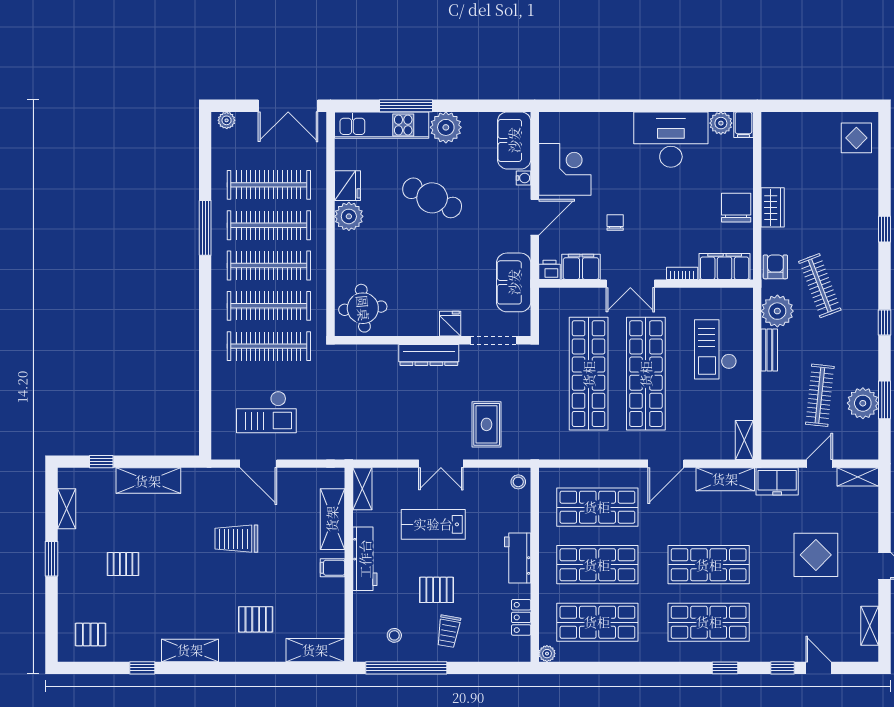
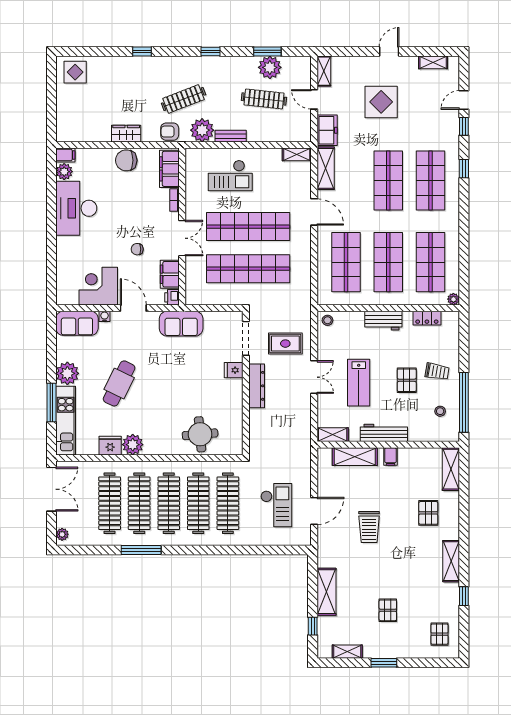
fridge: (450, 324) -> (234, 370), moved
wall: (433, 340) -> (246, 383), moved
doorway: (494, 340) -> (246, 338), moved
dresser: (429, 355) -> (257, 386), moved

